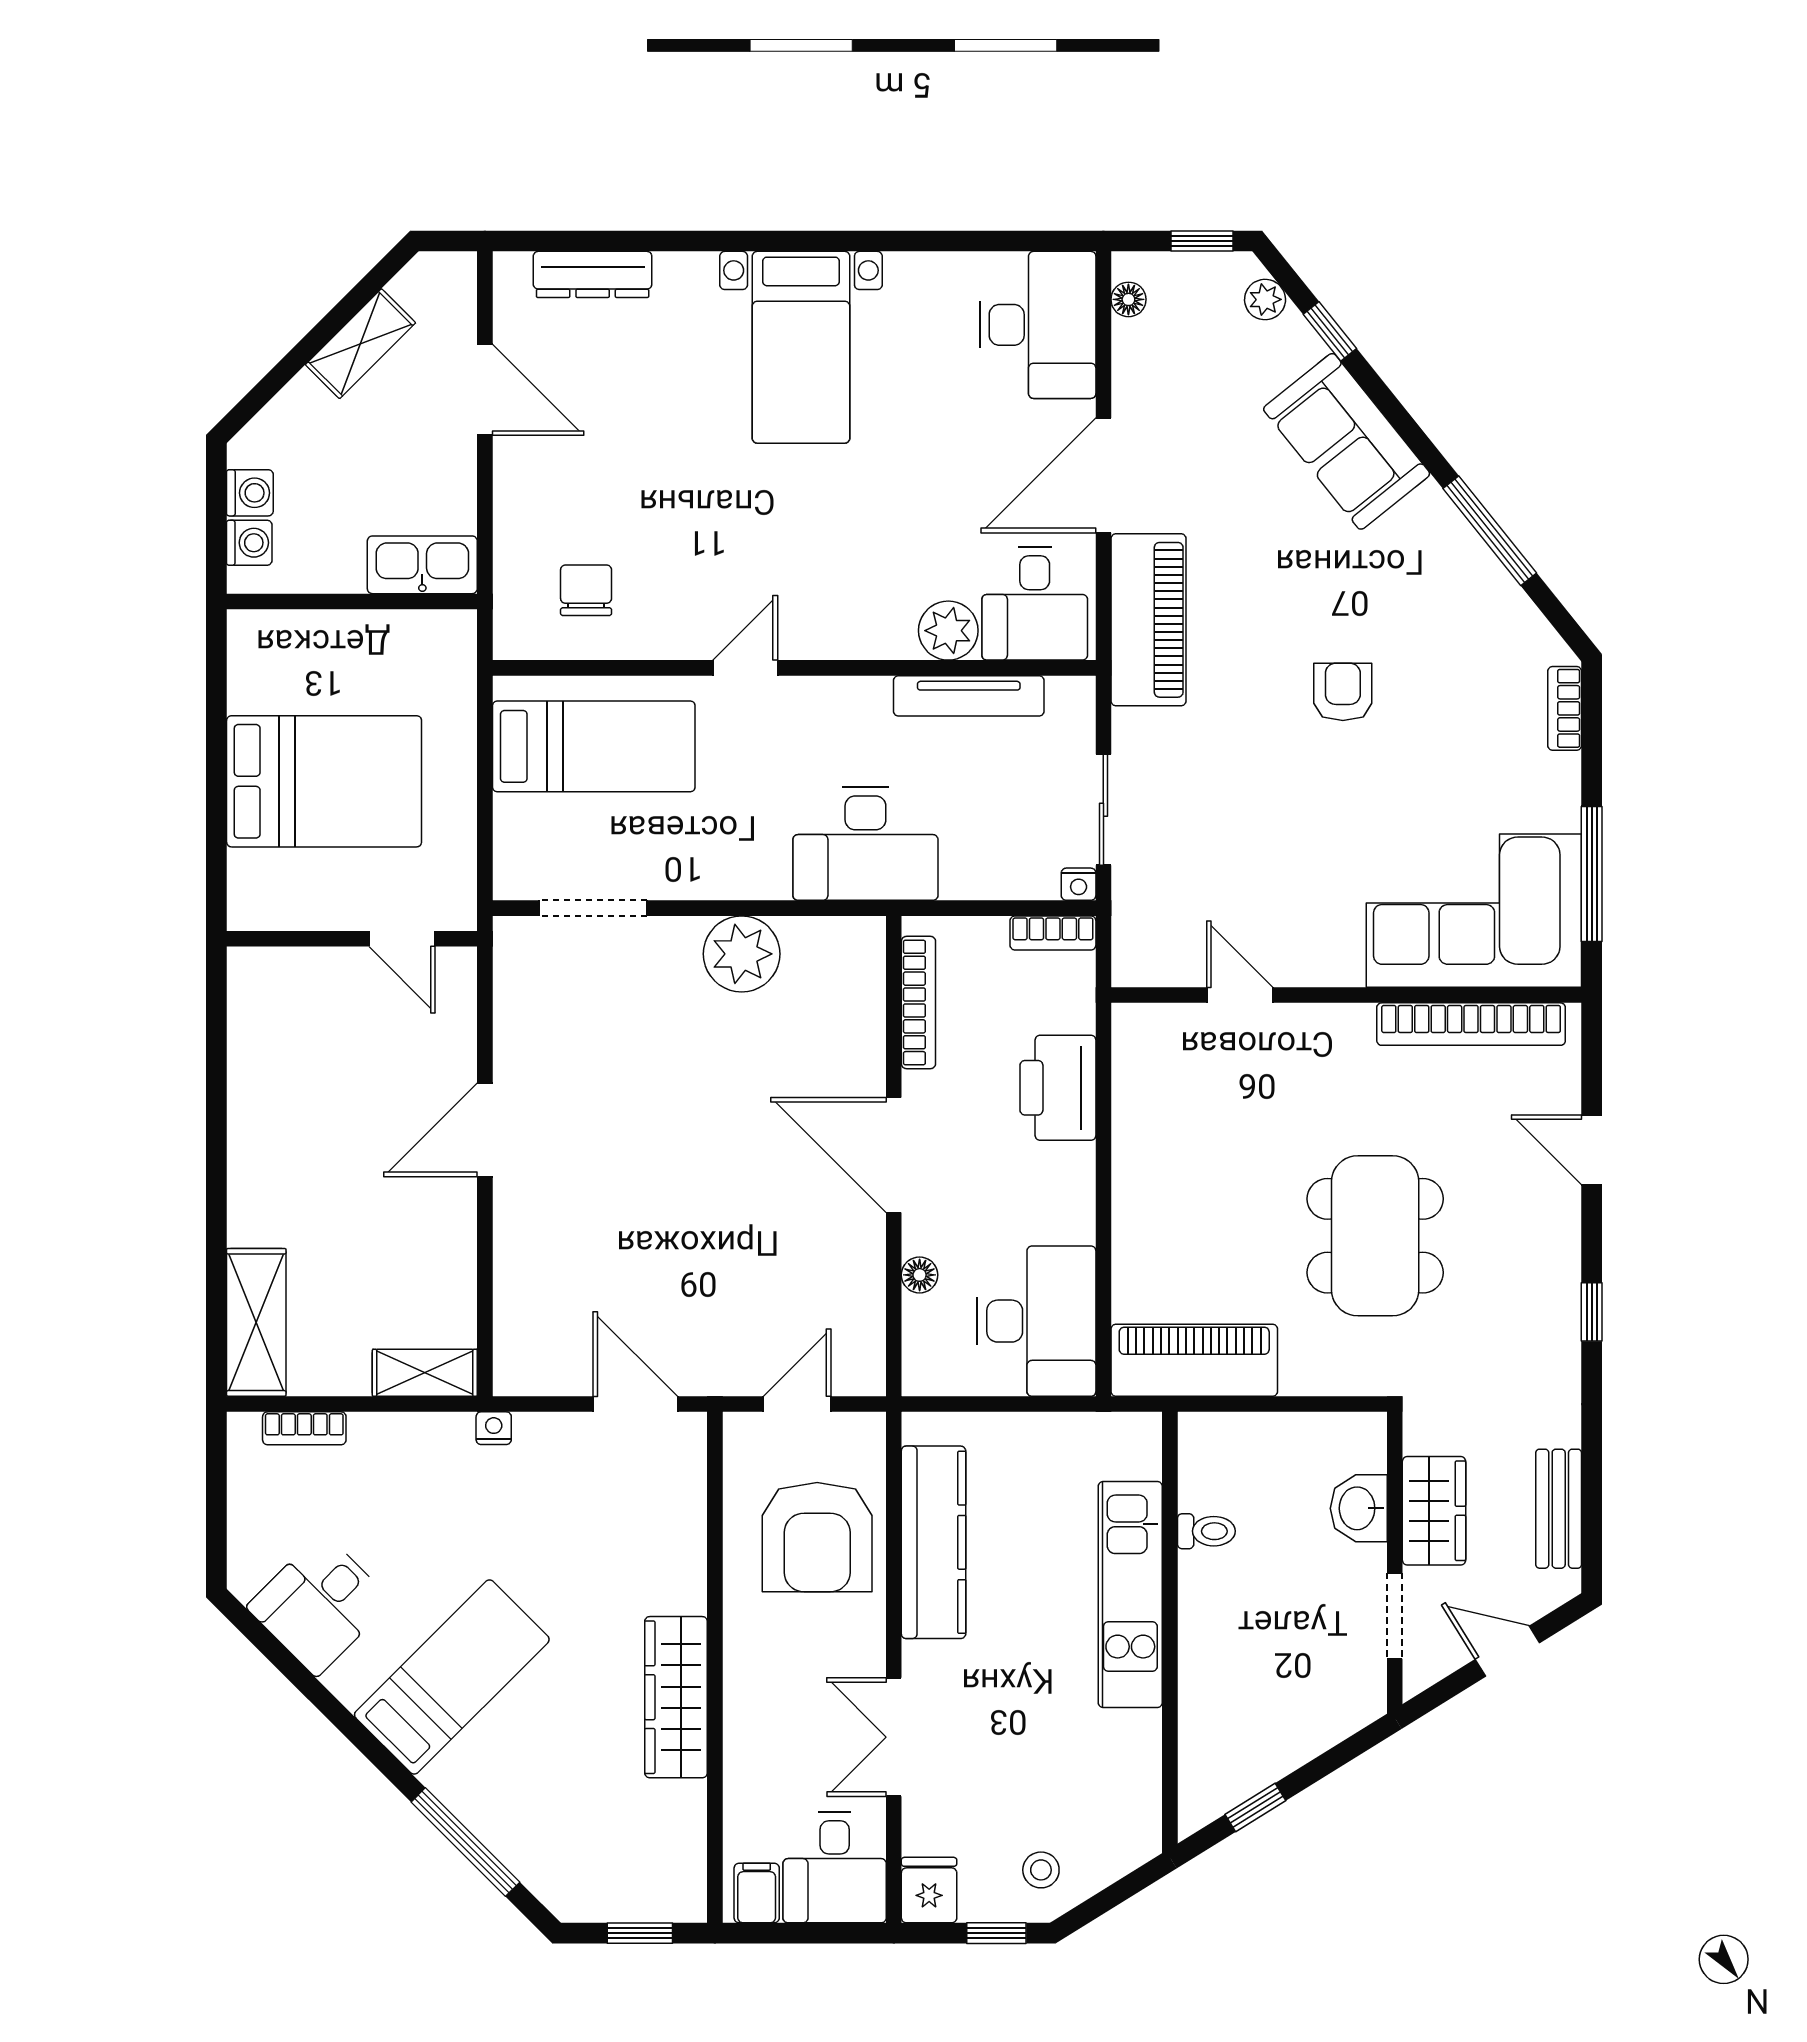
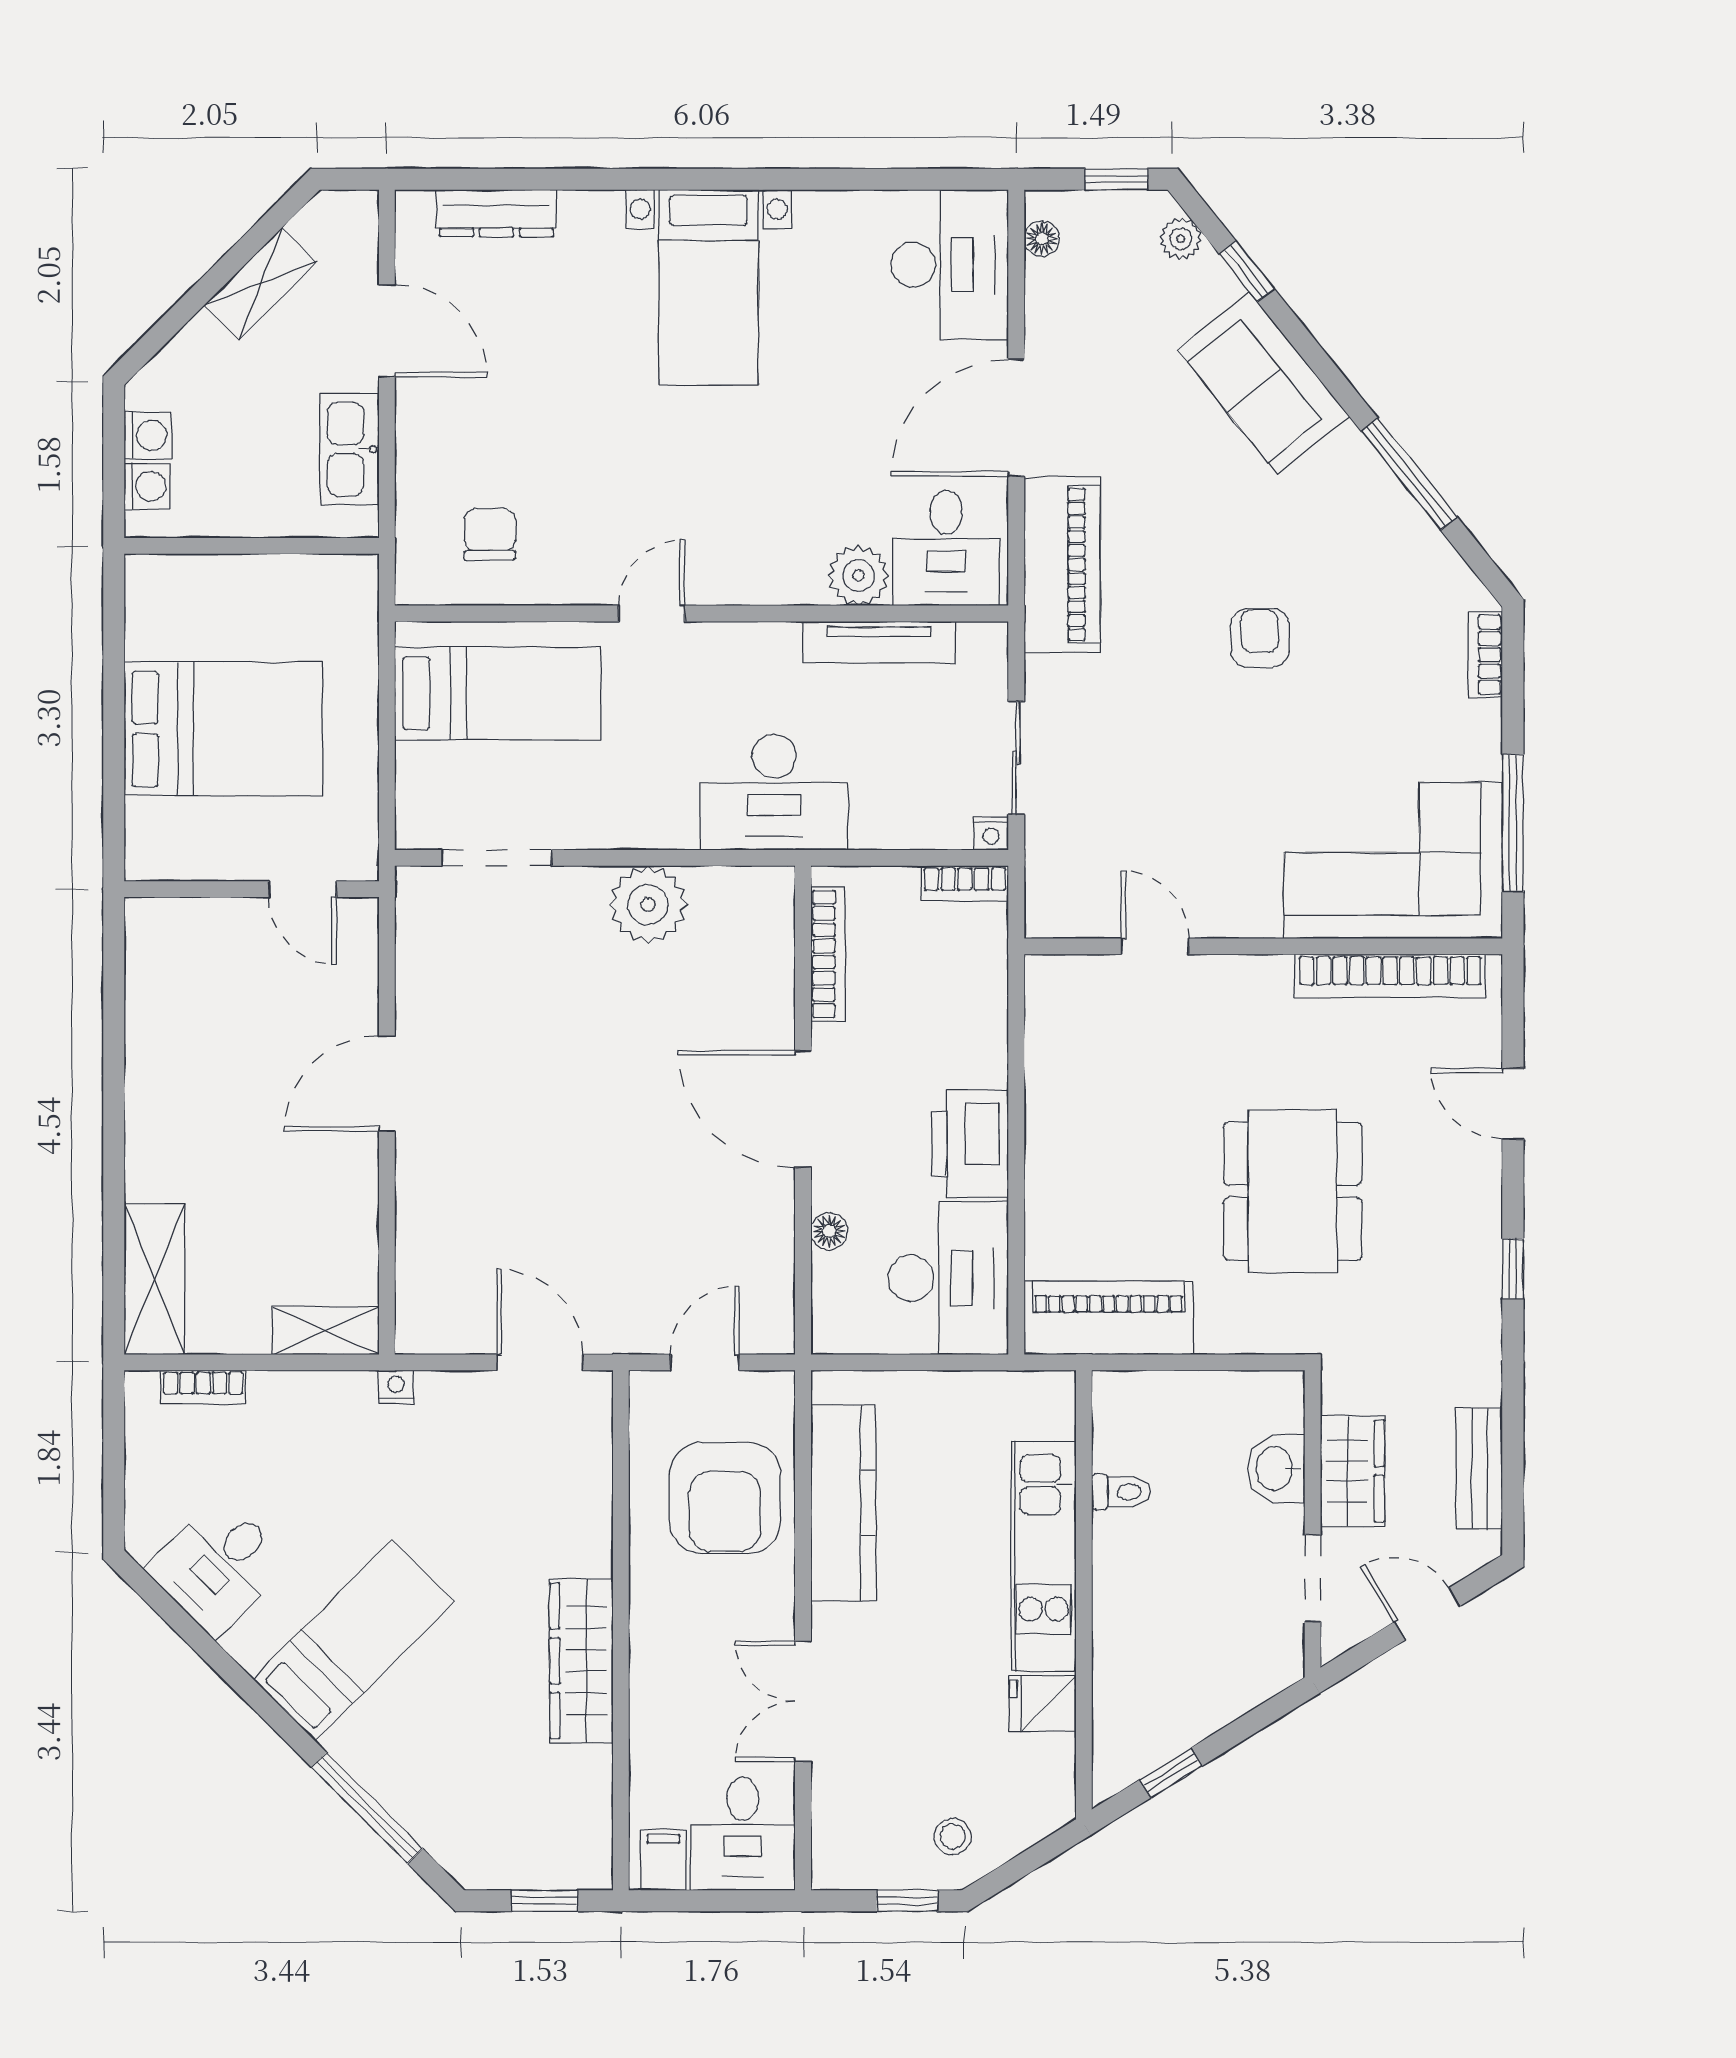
kitchen sink: (422, 565) -> (350, 449), moved, turned -90
printer: (1058, 1088) -> (970, 1144), moved
fridge: (929, 1890) -> (1043, 1704), moved, turned -90

